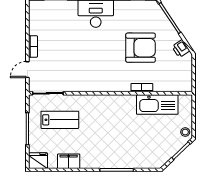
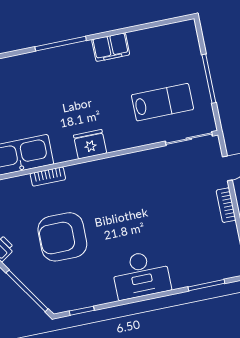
lab bench: (60, 120) -> (162, 102), turned 180
fridge: (38, 161) -> (90, 144), moved, turned 180
filing cabinet: (69, 161) -> (111, 47), moved

